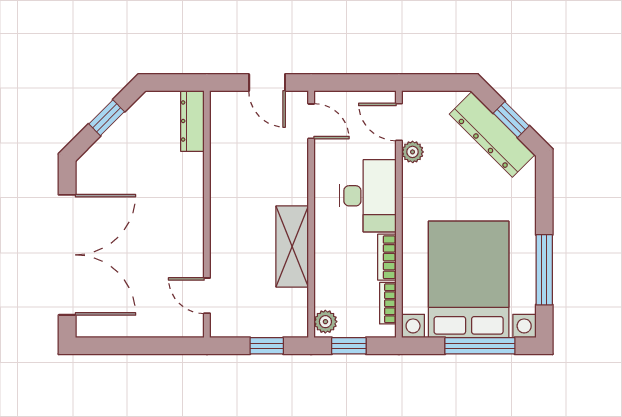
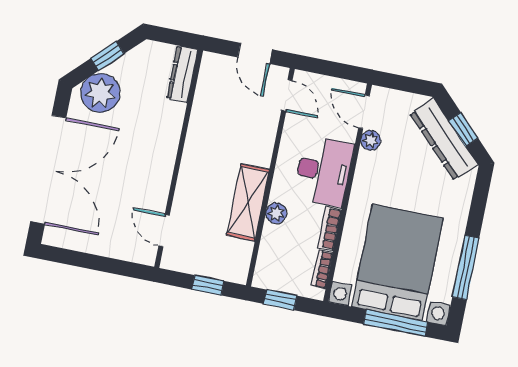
plant: (107, 160) -> (100, 93), added
plant: (325, 322) -> (276, 213), moved

